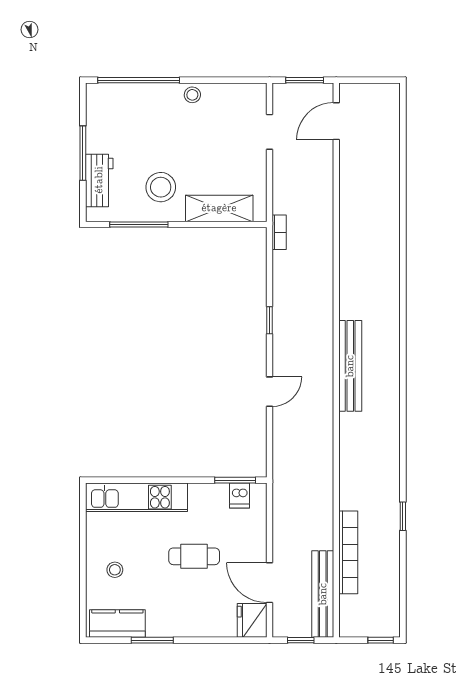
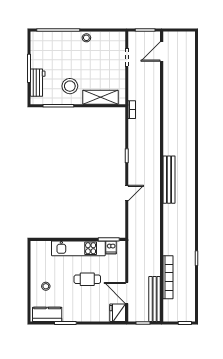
kitchen unit: (136, 497) -> (78, 248), moved

